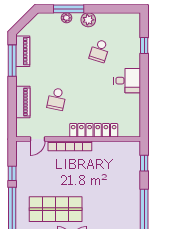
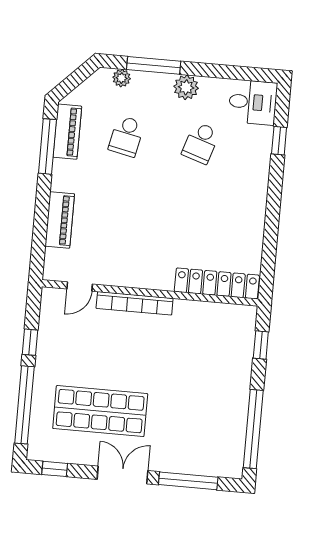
plant: (66, 18) -> (122, 78), moved
desk: (127, 81) -> (253, 102), moved
school desk: (57, 99) -> (126, 136), moved
locker: (94, 130) -> (217, 283), moved

